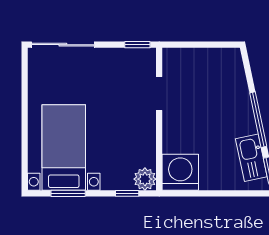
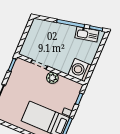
plant: (145, 179) -> (52, 78), moved

